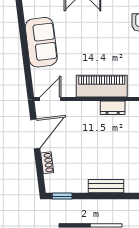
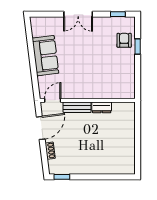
piano: (102, 86) -> (93, 90), removed
bench: (106, 186) -> (77, 107), moved

